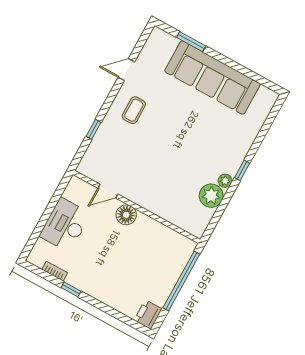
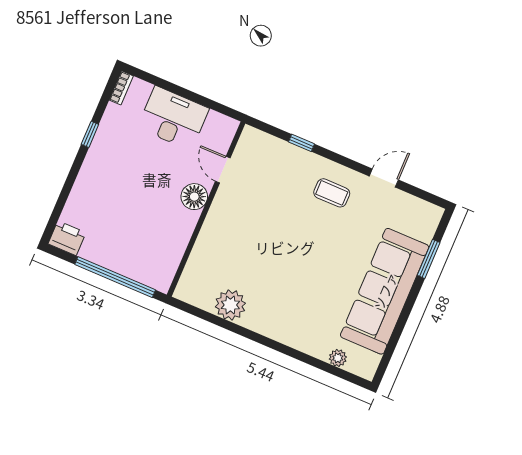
door: (126, 70) -> (384, 178), hinge flipped
window: (242, 170) -> (267, 342), removed
plant: (225, 181) -> (338, 358), moved
bookcase: (55, 271) -> (121, 88), moved

